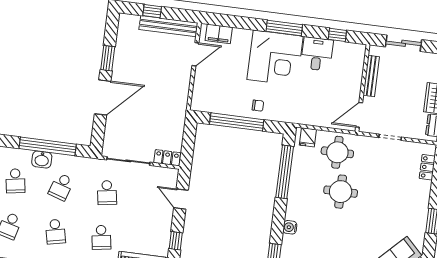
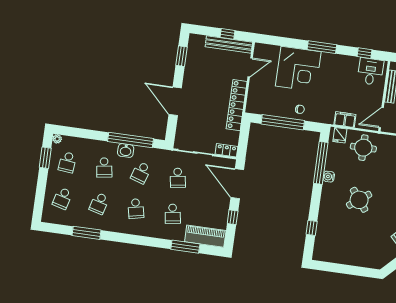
window: (152, 11) -> (227, 34), moved
filing cabinet: (219, 34) -> (345, 120), moved, turned 180
desk: (317, 54) -> (370, 72), moved
window: (108, 58) -> (182, 56), moved
corner desk: (275, 58) -> (298, 69), moved
door: (103, 97) -> (175, 101), swing flipped
locker: (179, 101) -> (237, 105), added
round table: (341, 192) -> (359, 200), moved, turned -37
door: (181, 199) -> (237, 184), width x1.88
water cooler: (290, 227) -> (329, 177), moved

